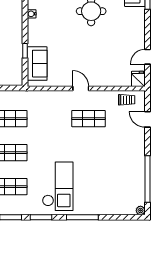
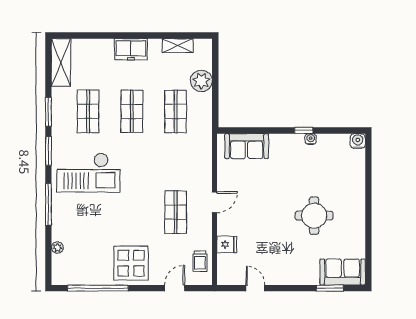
window: (25, 51) -> (304, 130), moved
fridge: (138, 79) -> (227, 244), moved
display table: (128, 153) -> (131, 263), added
plant: (140, 210) -> (57, 247), moved

